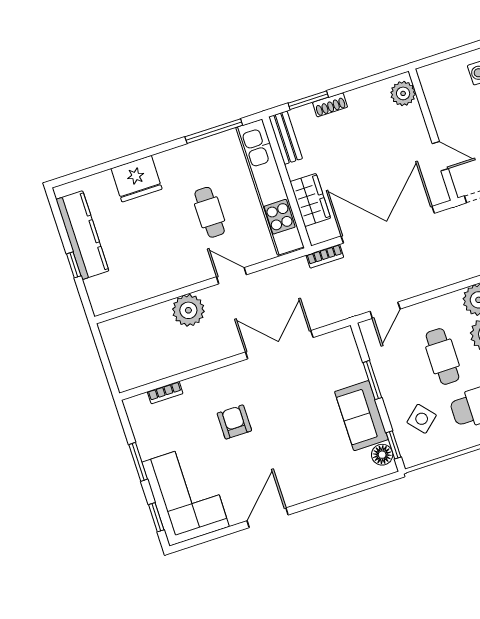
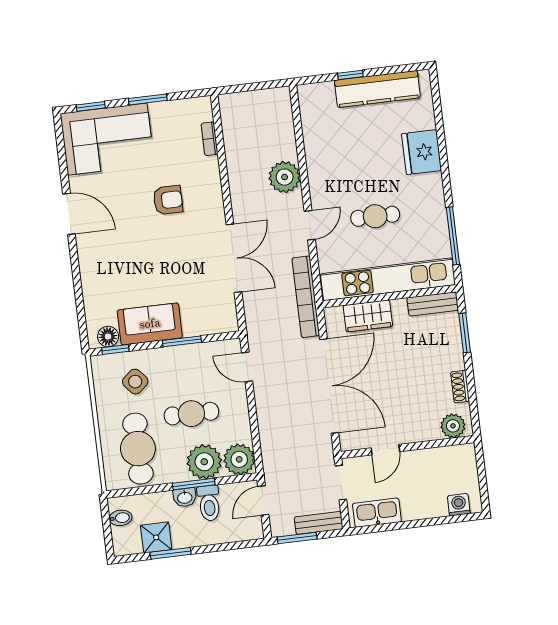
shoe rack: (330, 105) -> (460, 387), moved
bookcase: (325, 256) -> (306, 297), width x2.31, depth x1.31

